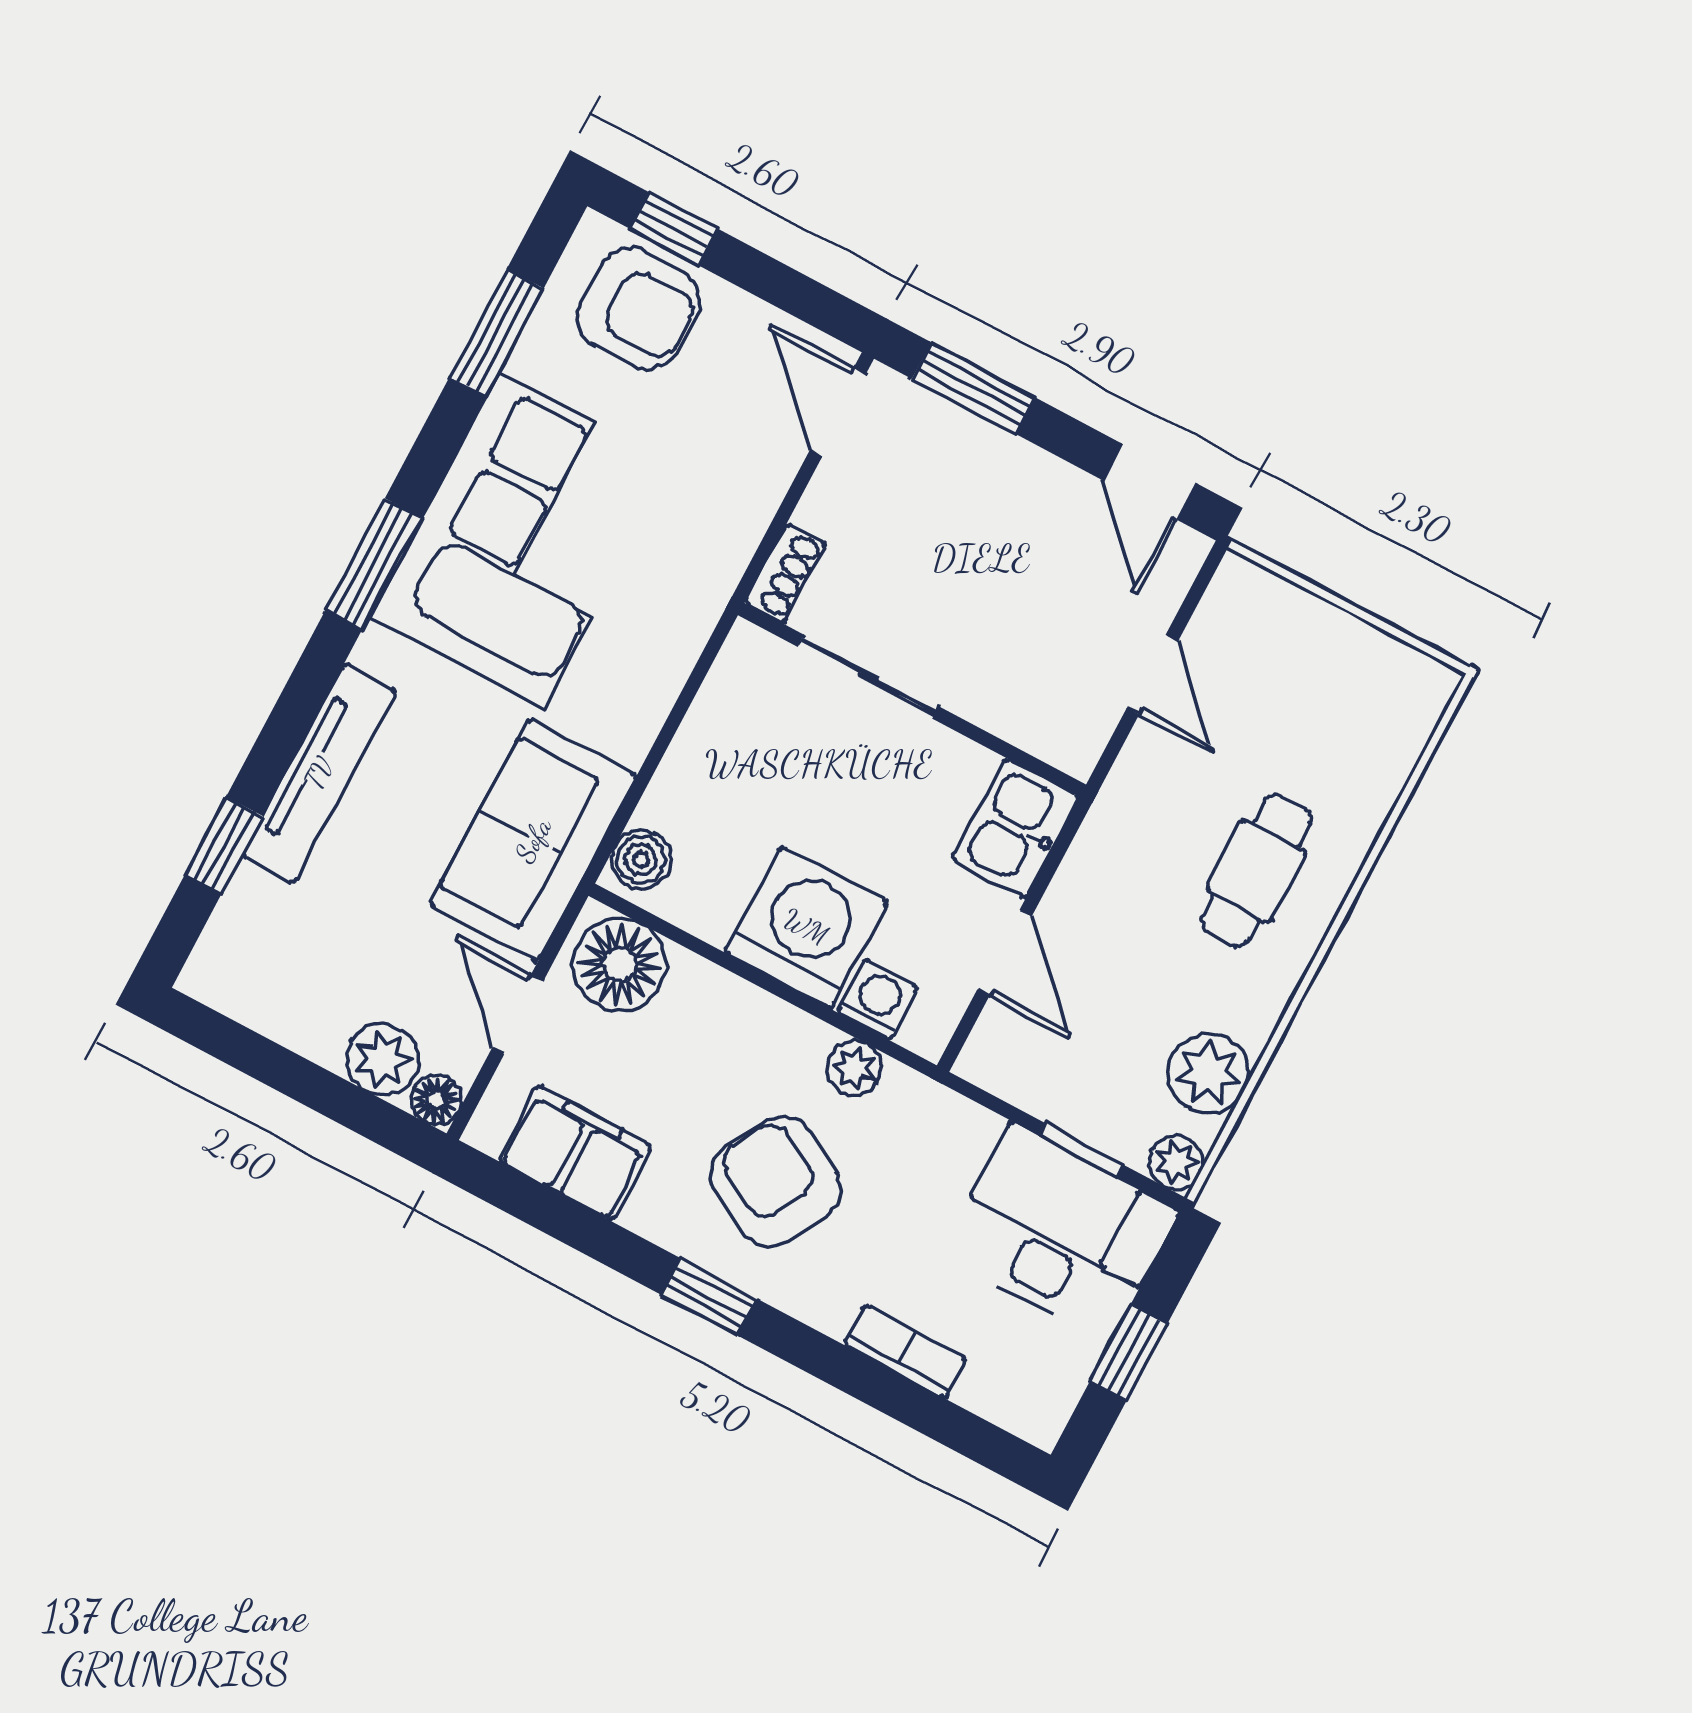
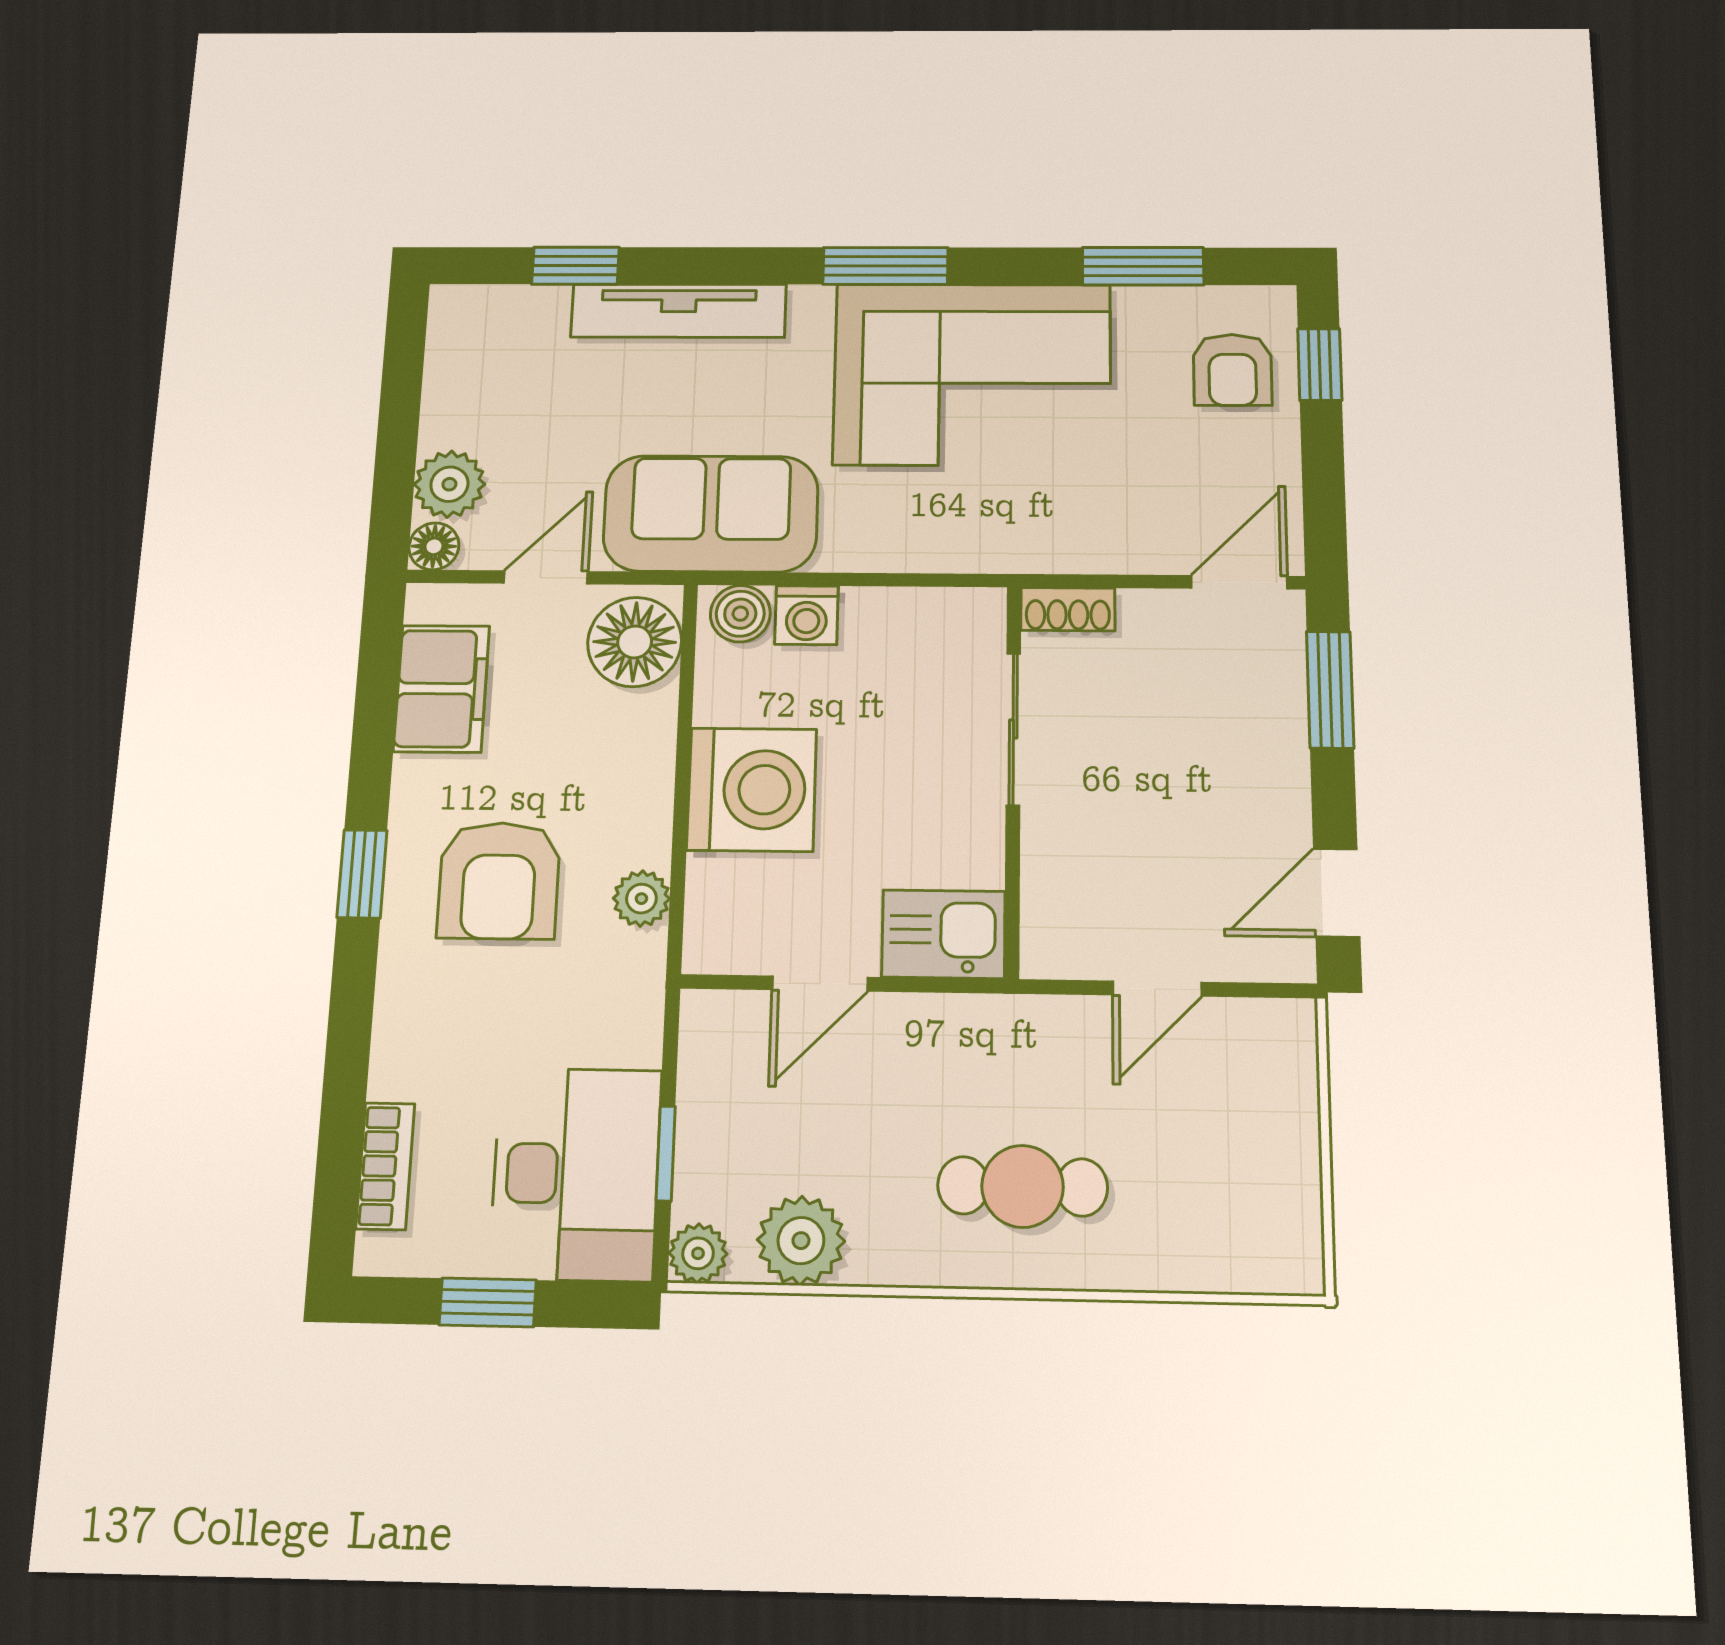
armchair: (638, 308) -> (1233, 370), width x0.72, depth x0.72
washing machine: (877, 999) -> (807, 615), moved, turned 90
armchair: (776, 1182) -> (499, 881), turned 151
bookcase: (905, 1351) -> (385, 1166), moved

